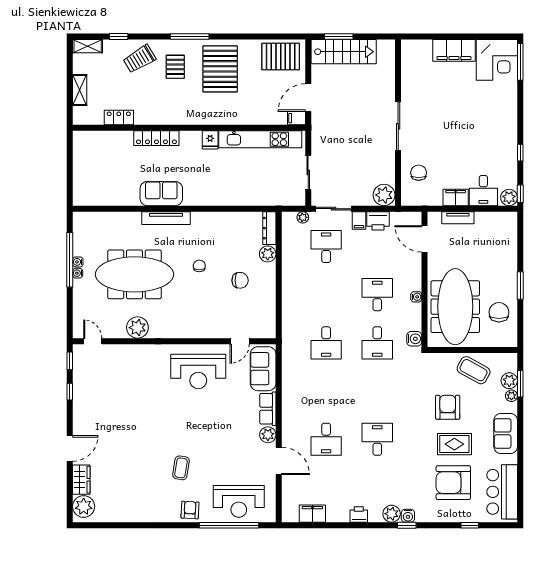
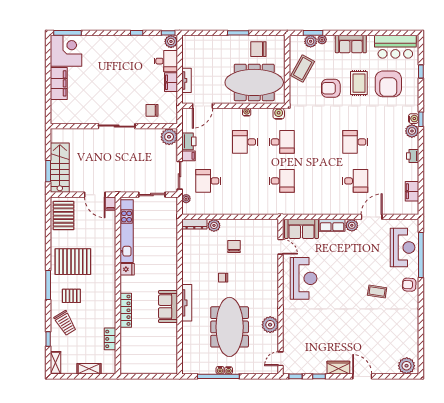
wardrobe: (81, 480) -> (338, 368), moved

